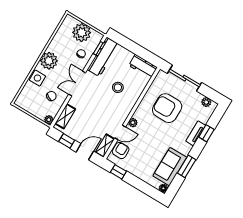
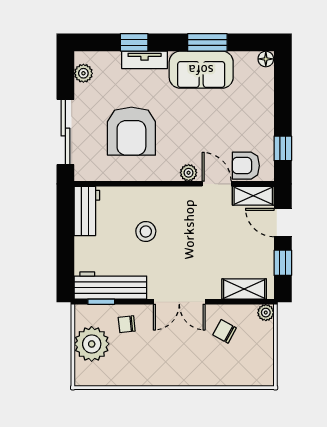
plant: (49, 61) -> (170, 370), removed
side table: (38, 78) -> (209, 371), removed
sofa: (170, 167) -> (201, 70), moved

